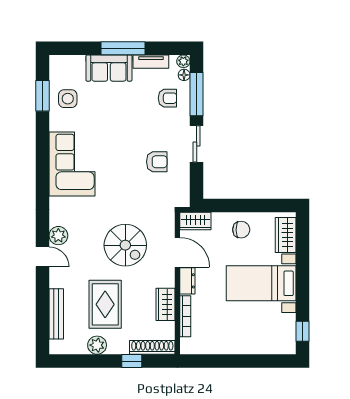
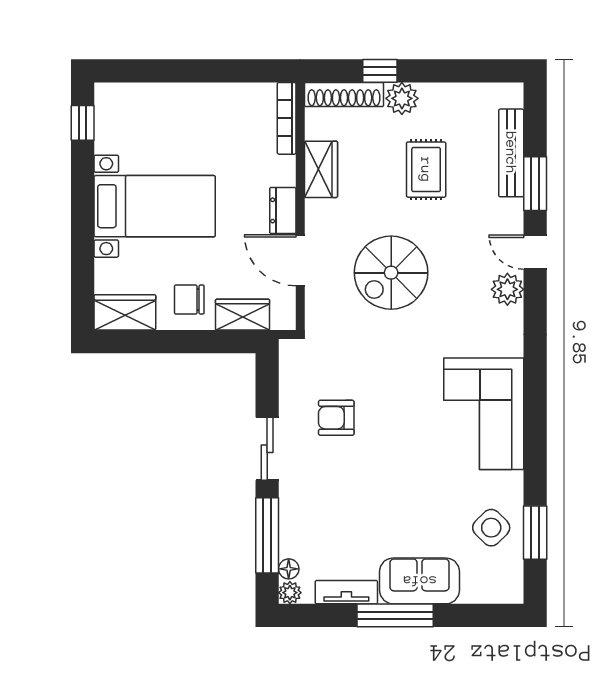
armchair: (167, 98) -> (318, 528), removed
side table: (68, 99) -> (491, 528), turned 45
wardrobe: (195, 221) -> (243, 315), moved
wardrobe: (286, 235) -> (125, 312), moved, turned -90
spiral stairs: (125, 245) -> (391, 273), turned -90
window: (43, 296) -> (535, 184), added
rug: (105, 304) -> (426, 170), width x0.73, depth x0.70
bookcase: (185, 316) -> (287, 118), moved
plant: (97, 345) -> (402, 98), moved

